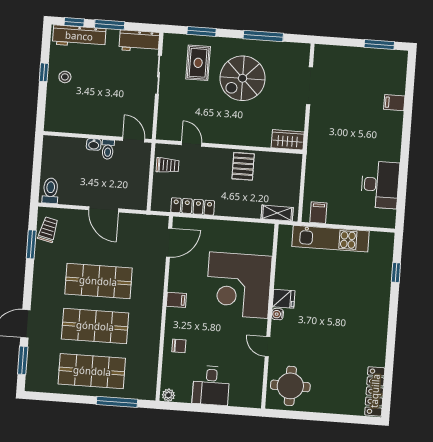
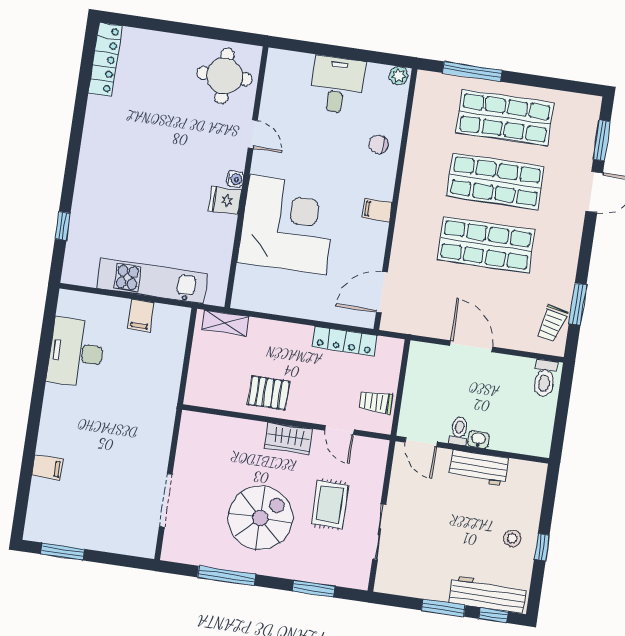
workbench: (139, 41) -> (479, 468), moved, turned 180
rug: (198, 63) -> (330, 504), moved
wardrobe: (288, 140) -> (288, 439), moved
pallet: (243, 166) -> (269, 393), turned 90
filing cabinet: (318, 213) -> (141, 315), moved

